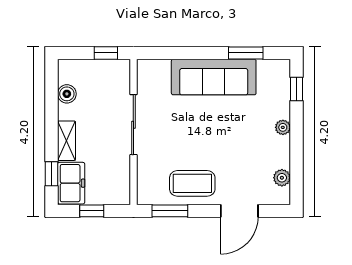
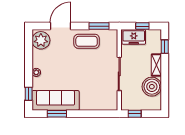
sofa: (214, 77) -> (56, 100), moved
boiler: (67, 94) -> (152, 87), width x1.86, depth x1.86
plant: (282, 178) -> (41, 40), width x1.87, depth x1.87
freezer: (71, 183) -> (134, 37), moved, turned -90

